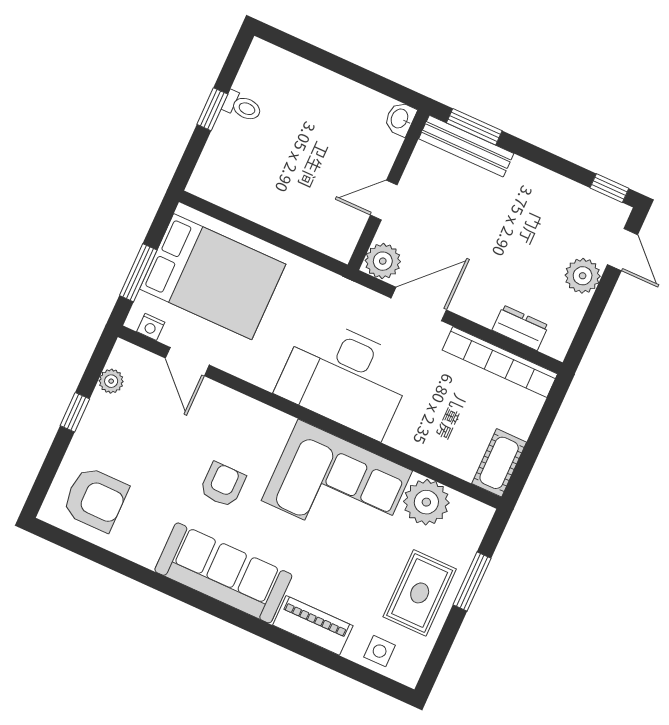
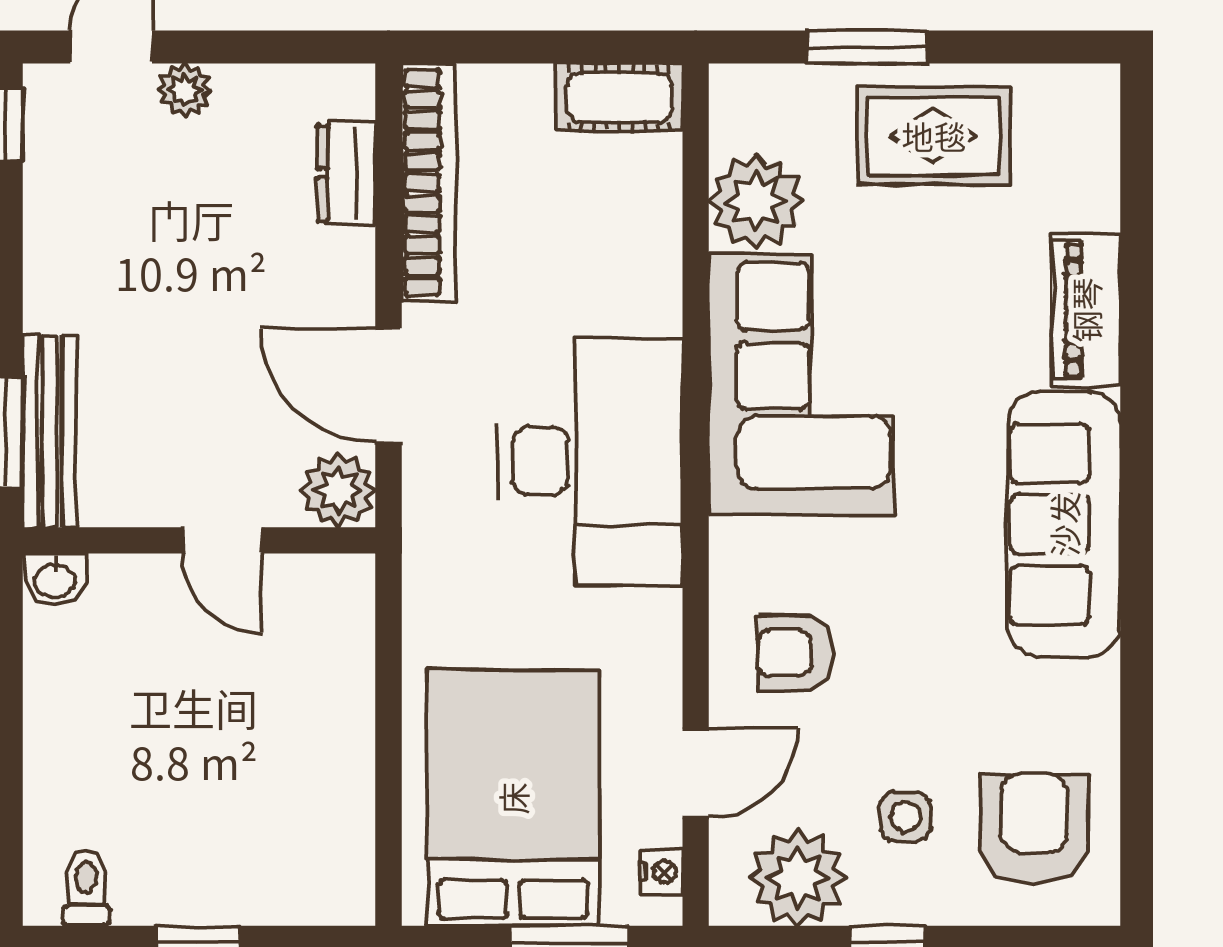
toilet: (242, 107) -> (86, 888), moved
plant: (583, 276) -> (185, 90), width x0.73, depth x0.73
plant: (111, 381) -> (798, 878), width x1.88, depth x1.88
armchair: (223, 485) -> (795, 653), moved
side table: (380, 651) -> (905, 817), moved

